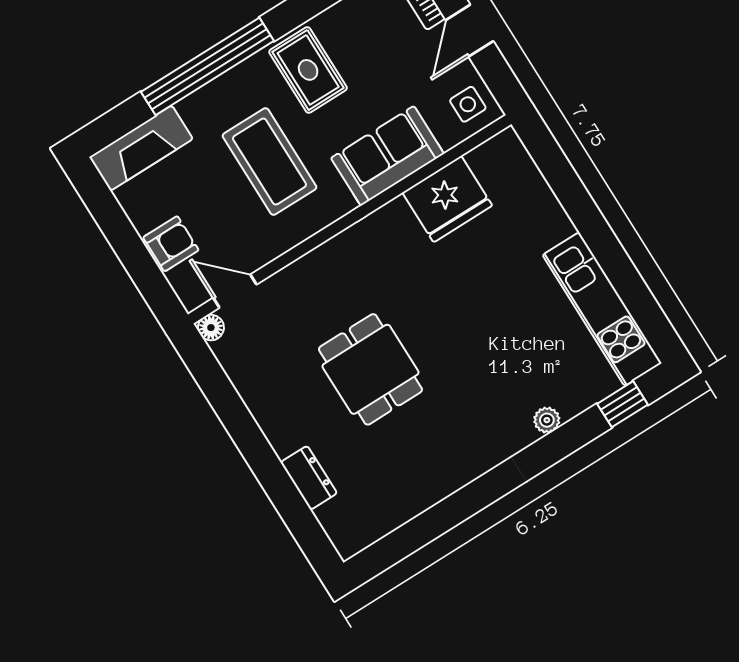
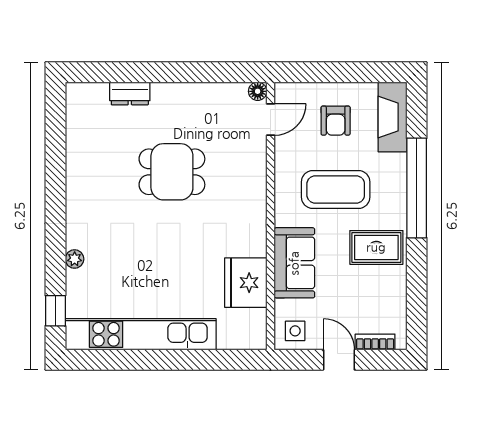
armchair: (171, 244) -> (336, 121), moved
kitchen unit: (602, 309) -> (141, 334), width x1.36

